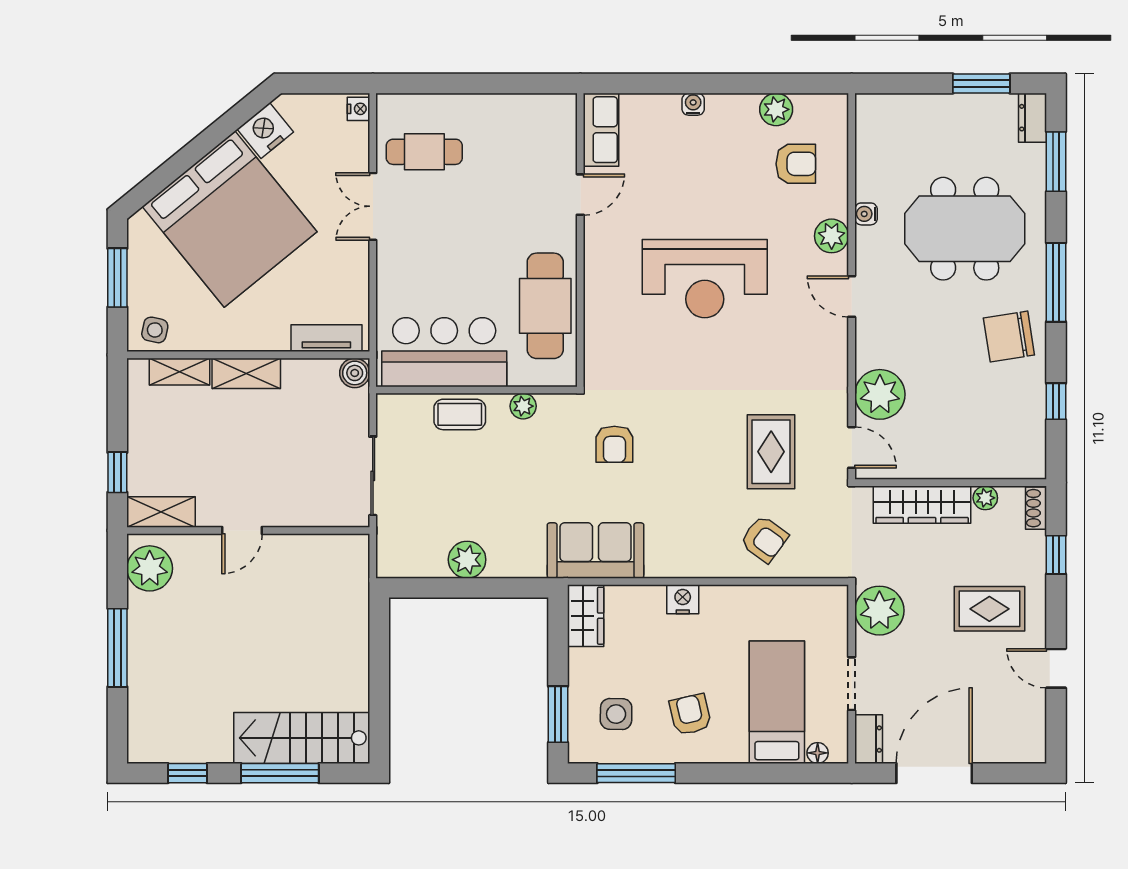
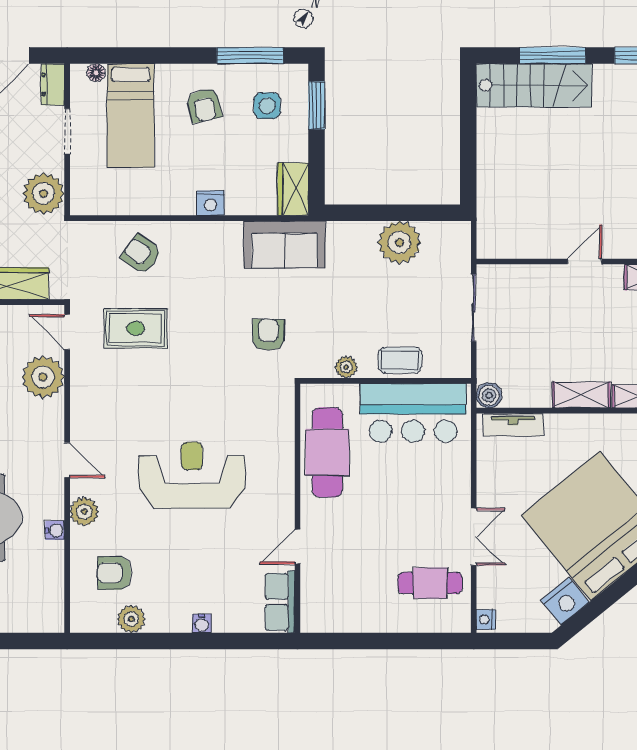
rug: (771, 452) -> (136, 328), turned 90
plant: (467, 560) -> (399, 242), width x1.36, depth x1.36

